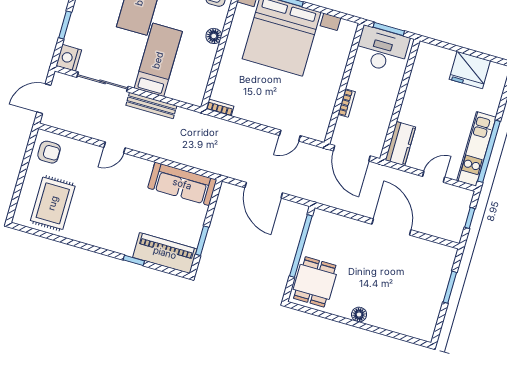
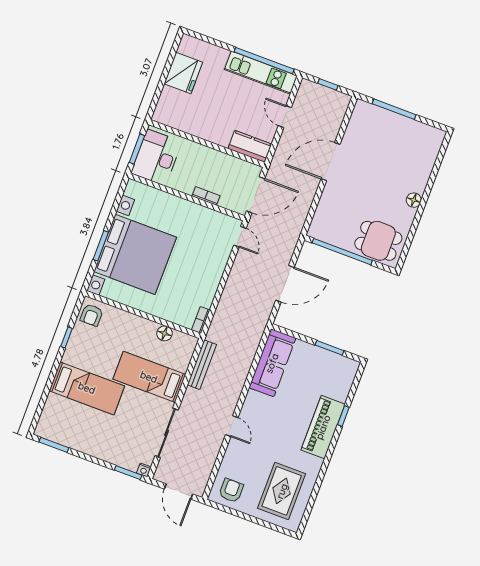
window: (65, 25) -> (128, 473), moved
floor lamp: (214, 36) -> (165, 333), moved
nightstand: (69, 58) -> (144, 470), width x0.53, depth x0.56
bench: (151, 106) -> (202, 365), moved
door: (290, 136) -> (240, 237), moved
rug: (53, 203) -> (282, 491), turned 90
piano: (165, 253) -> (323, 427), moved
window: (450, 287) -> (394, 109), width x1.44

